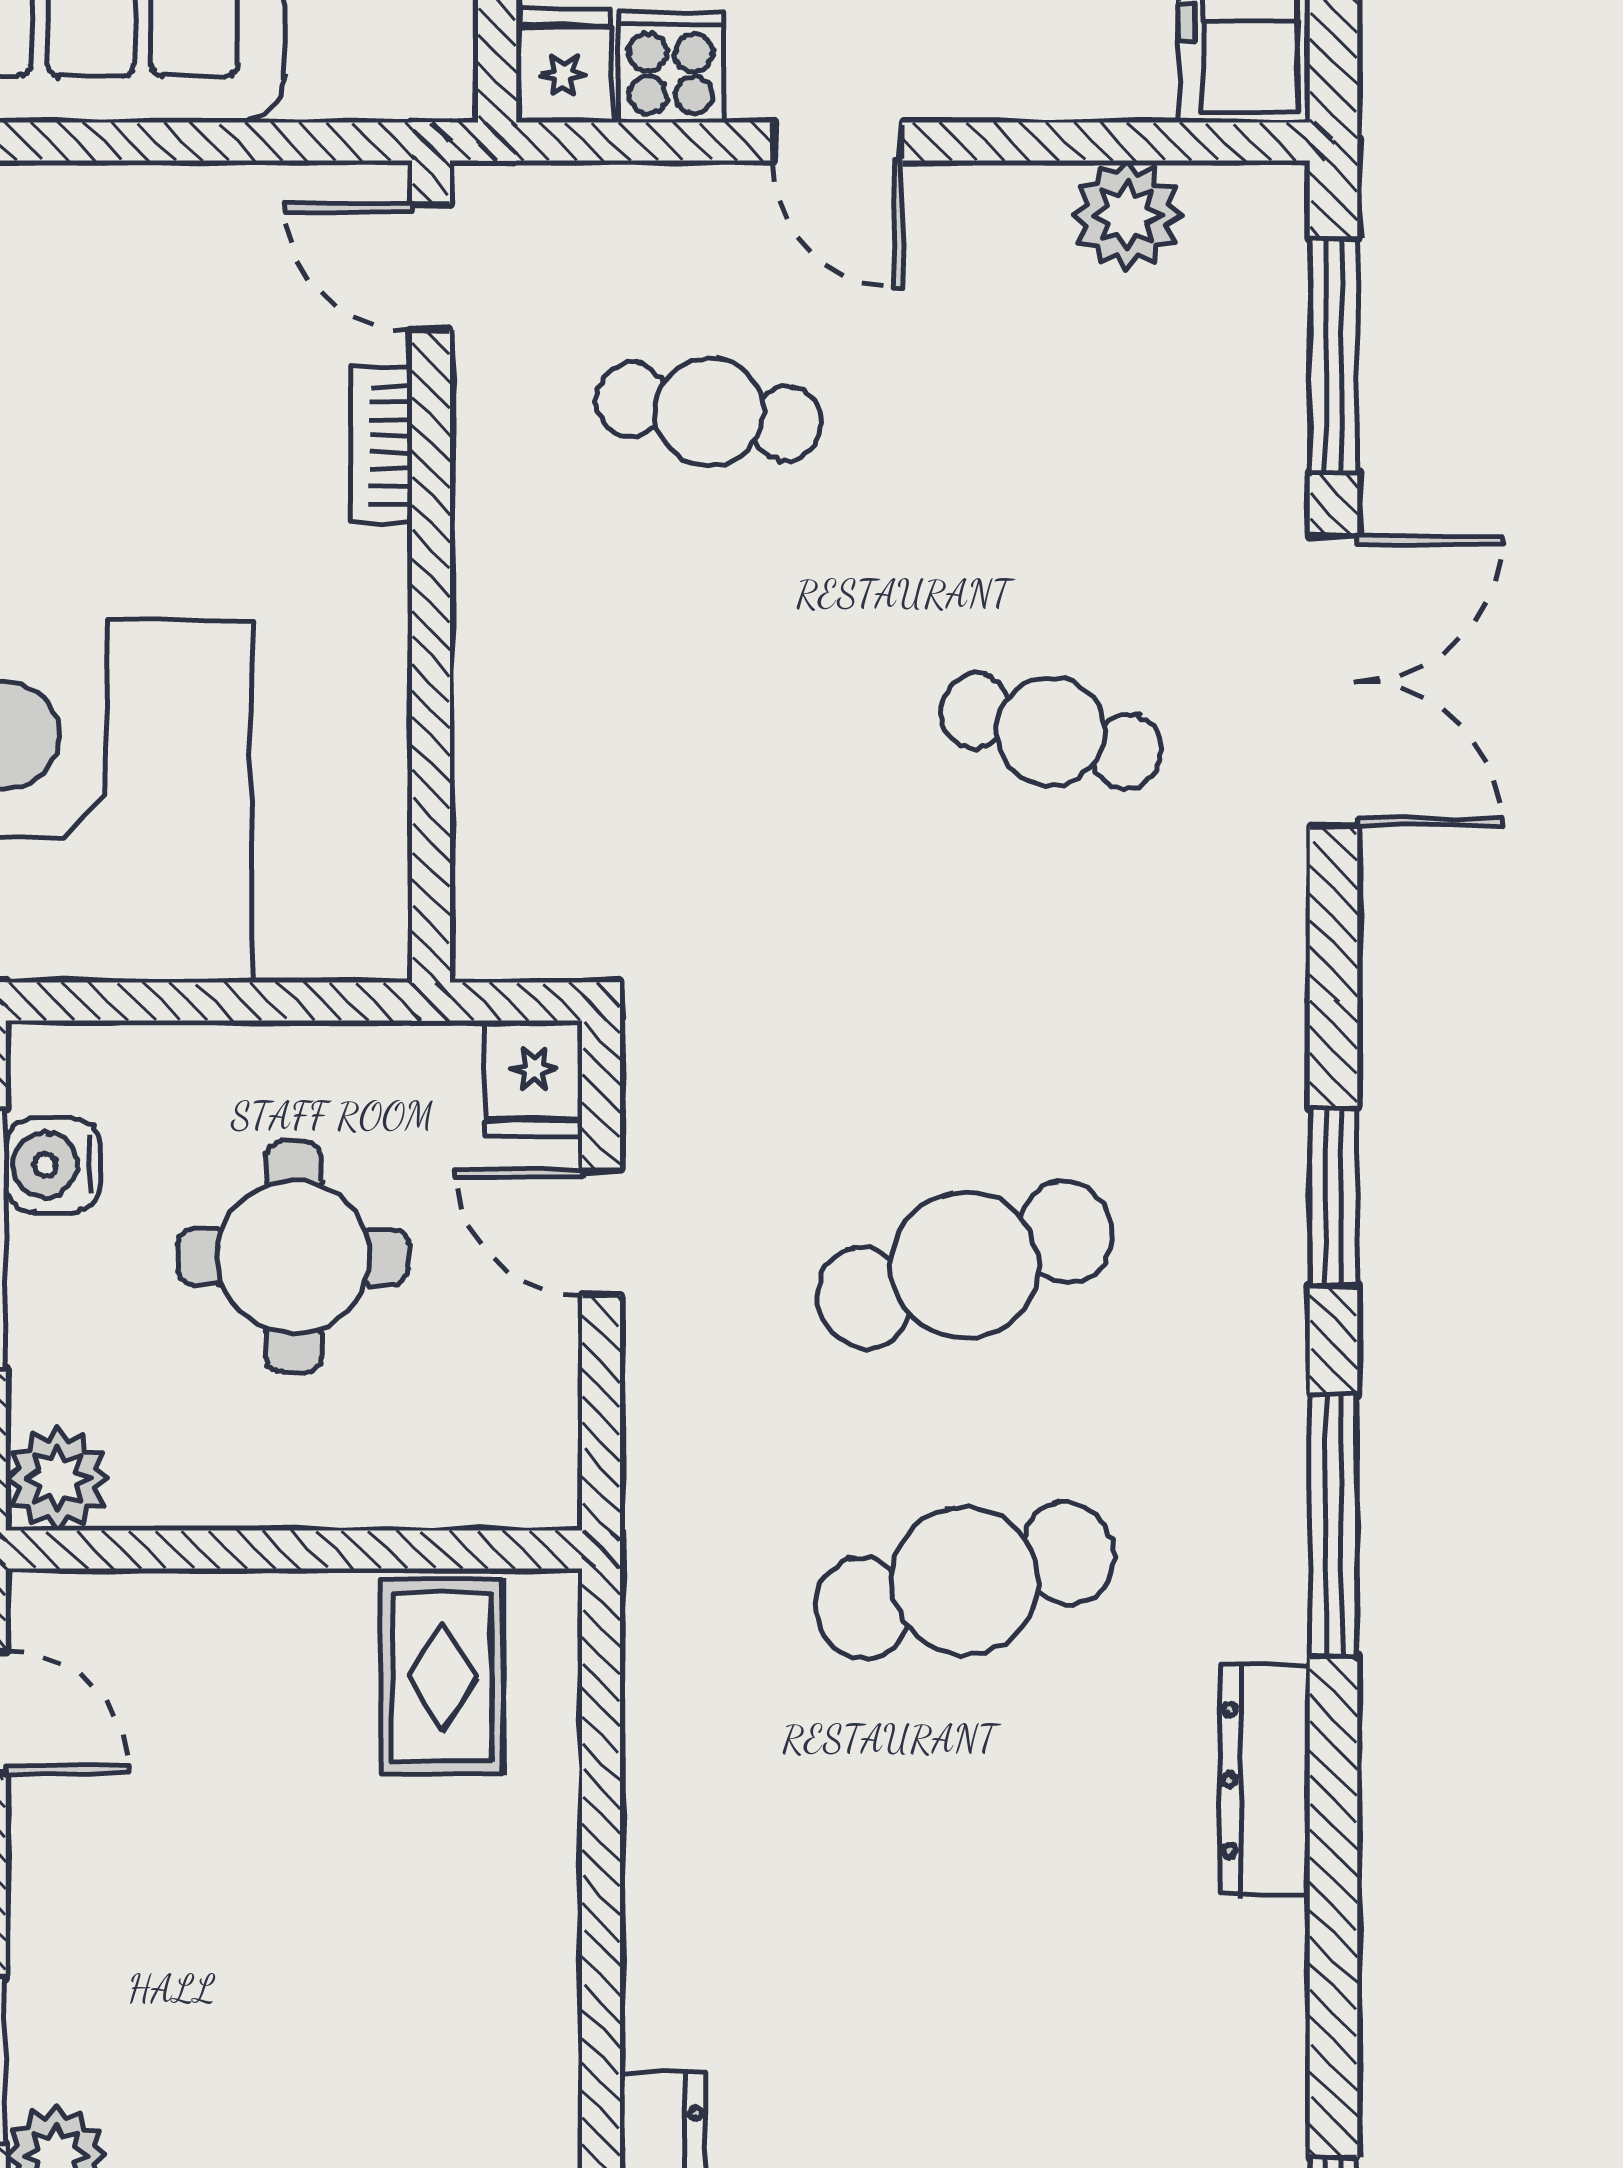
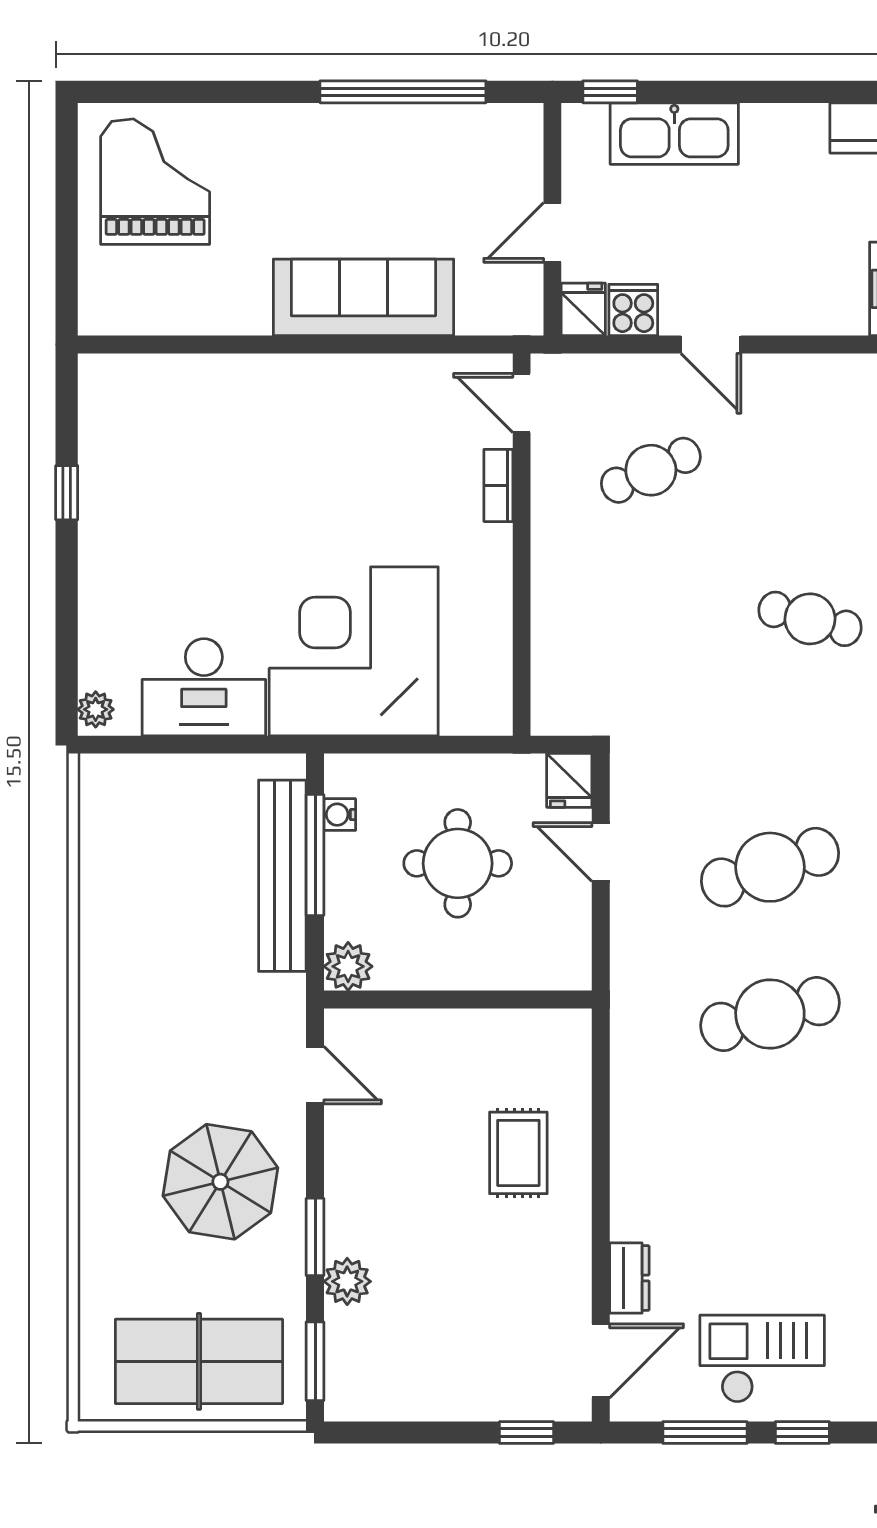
plant: (1127, 215) -> (845, 379), removed
cafe table: (709, 412) -> (651, 470), turned -33
water cooler: (53, 1165) -> (340, 815), width x0.72, depth x0.72
rug: (442, 1677) -> (518, 1153), moved

